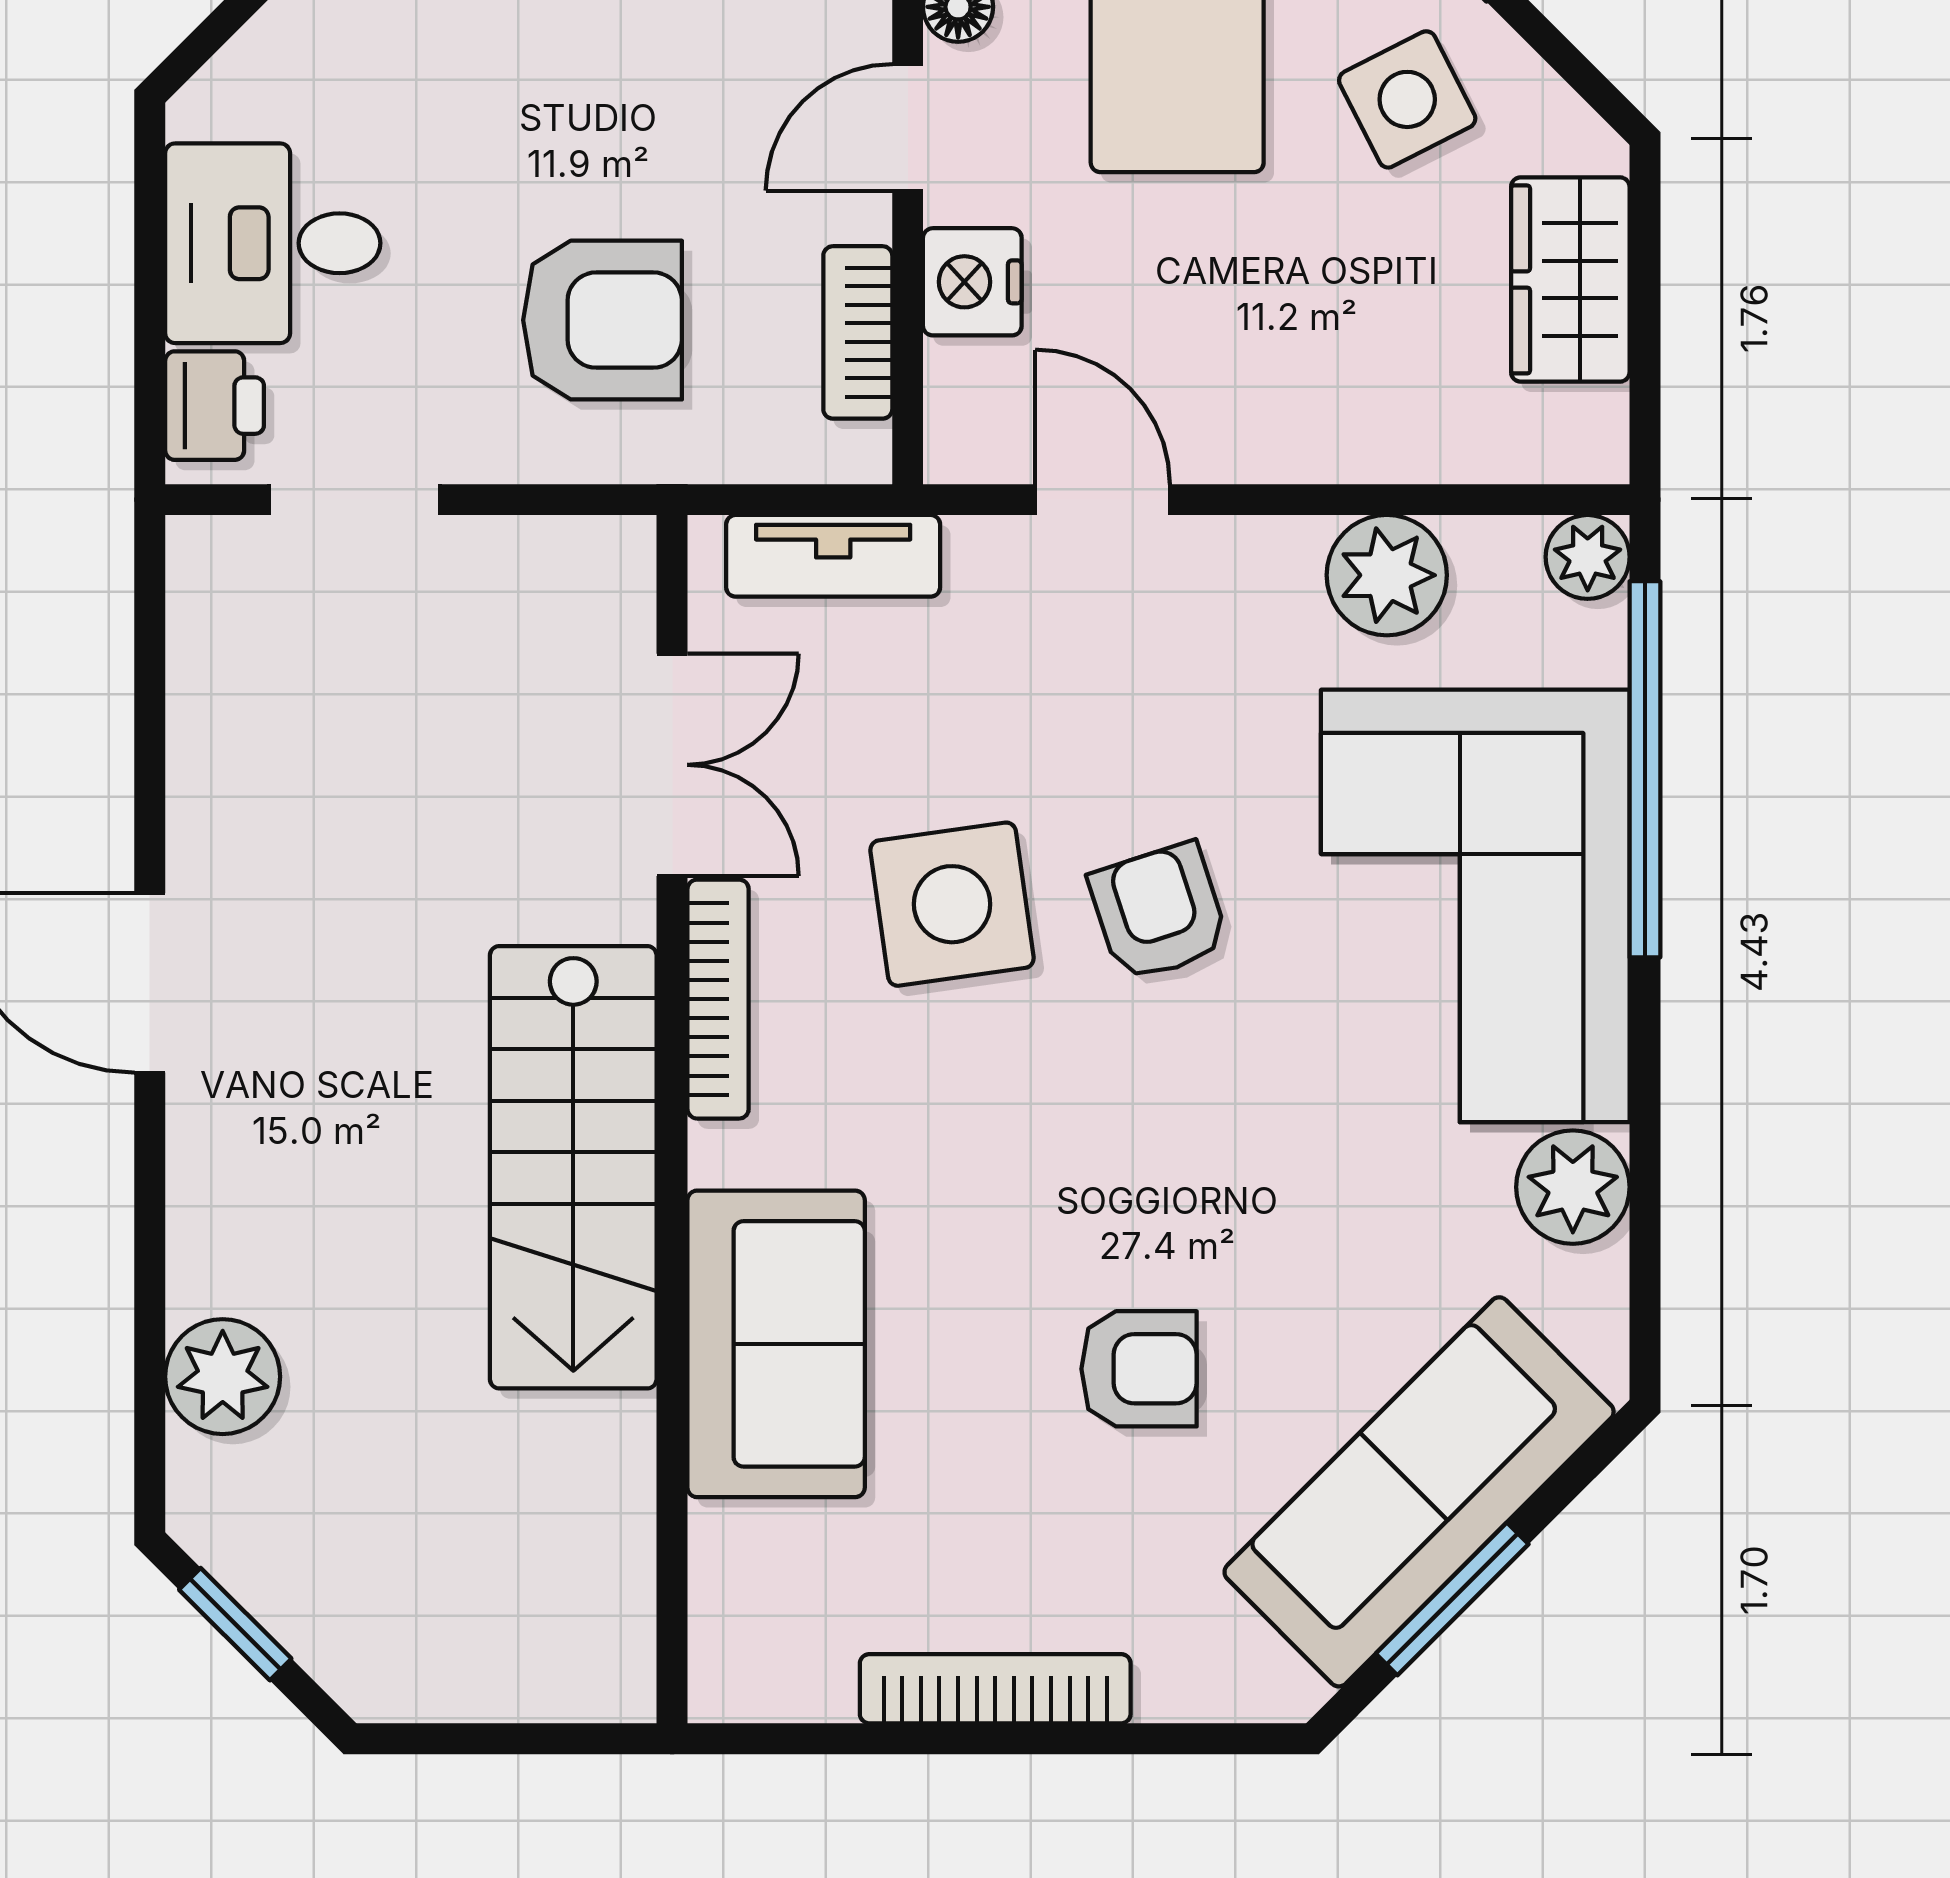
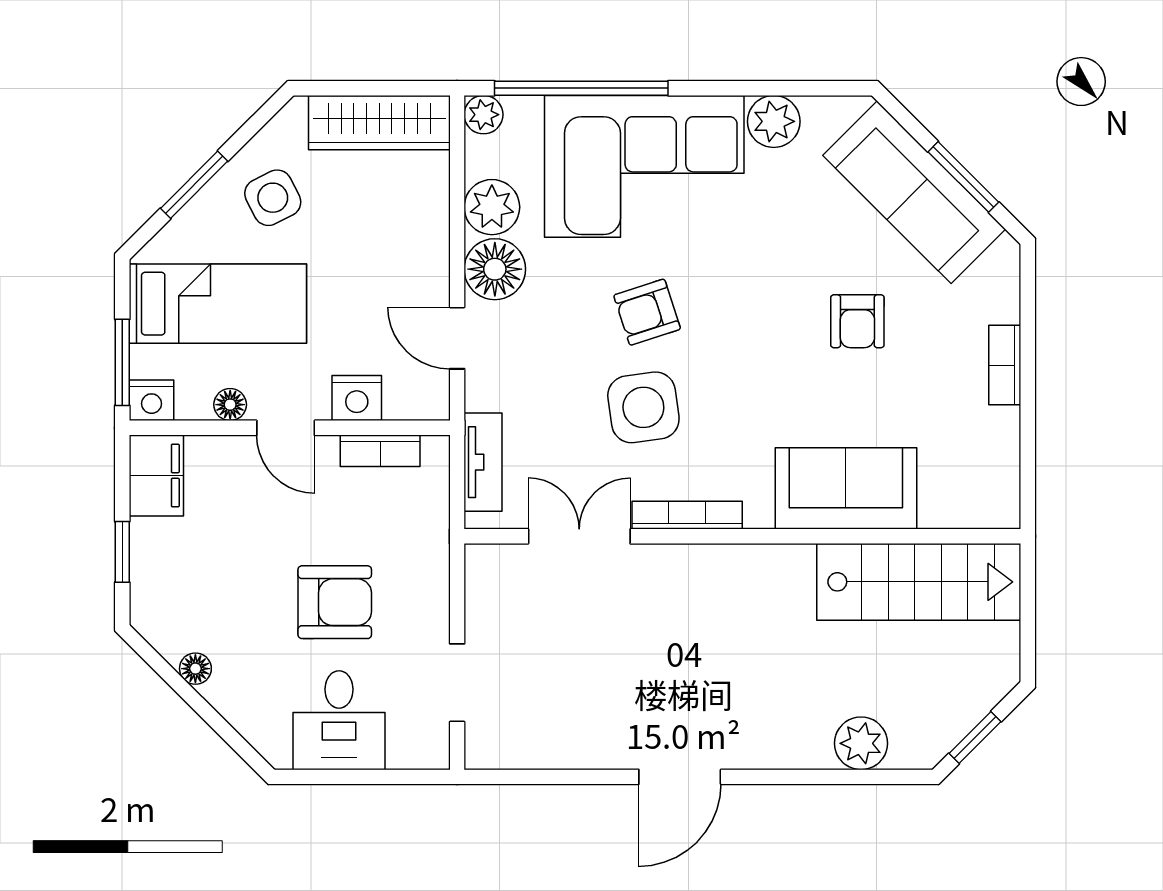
wardrobe: (1570, 279) -> (379, 123), width x1.50
armchair: (602, 320) -> (335, 602), moved, turned 90
printer: (215, 406) -> (414, 747), removed
door: (1102, 500) -> (457, 338), hinge flipped
floor lamp: (1252, 581) -> (495, 269), added
stairs: (573, 1167) -> (919, 582), moved
armchair: (1139, 1369) -> (857, 321), turned 180
bookcase: (995, 1689) -> (1005, 365), width x0.64

